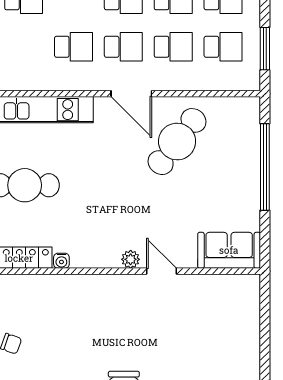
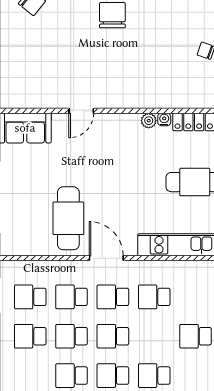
cafe table: (177, 142) -> (68, 218), turned -38
plant: (131, 259) -> (149, 121), moved
door: (161, 271) -> (81, 111), hinge flipped

